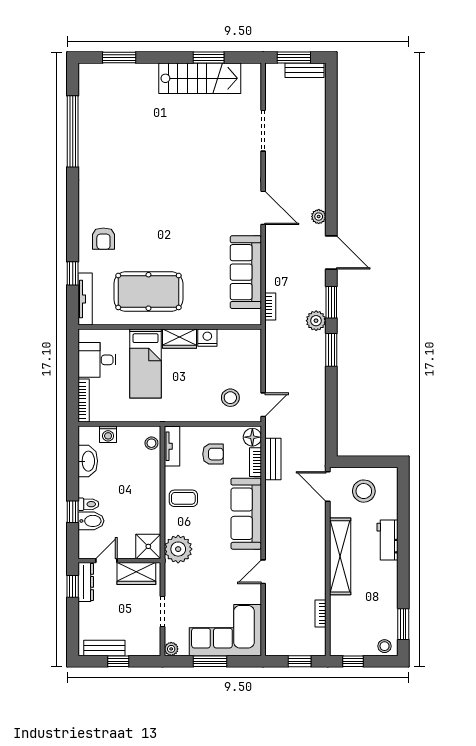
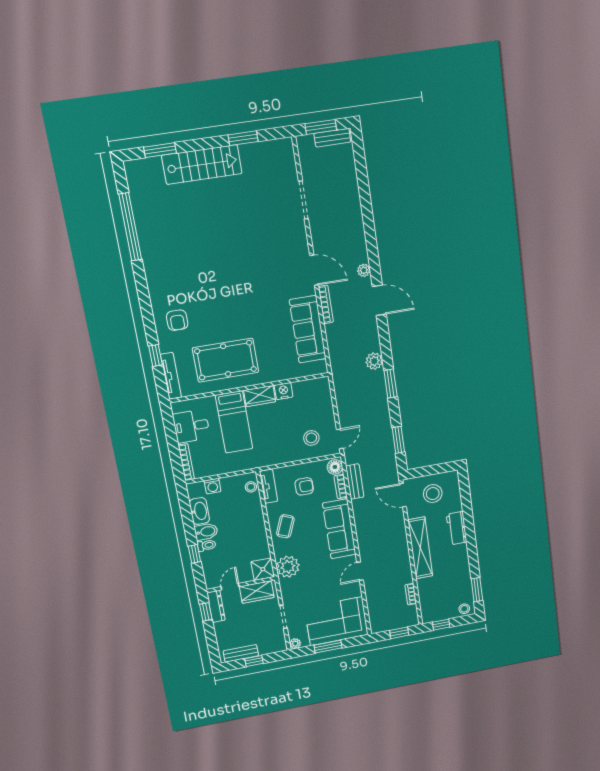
stairs: (200, 78) -> (202, 165), moved
window: (331, 302) -> (398, 440), moved
bookcase: (270, 307) -> (326, 304), moved, width x1.56
coffee table: (183, 498) -> (285, 526), turned -68
bidet: (91, 521) -> (206, 532), moved

